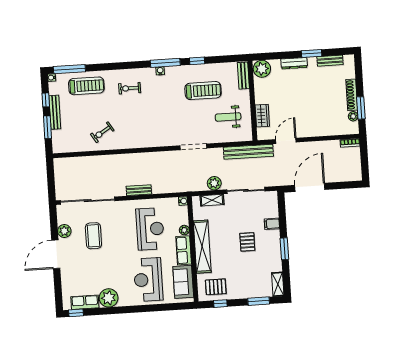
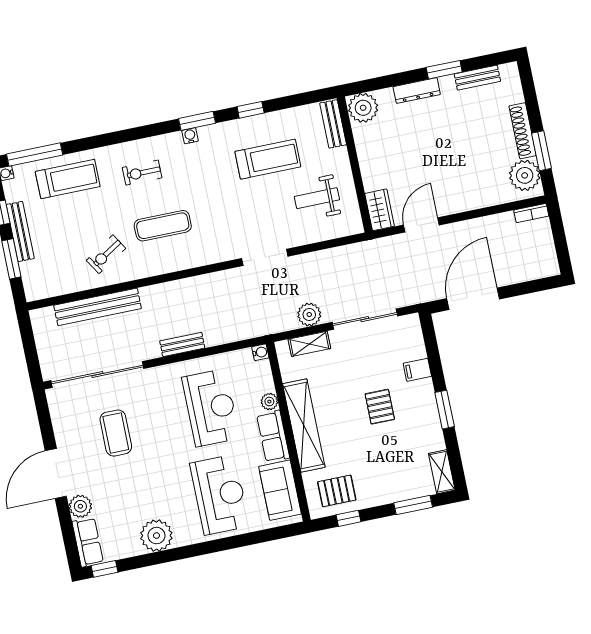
window: (165, 63) -> (197, 121), width x0.69
wardrobe: (262, 116) -> (380, 210), moved
plant: (353, 116) -> (525, 175), width x1.87, depth x1.87
exercise mat: (137, 120) -> (163, 226), added
bench: (248, 152) -> (98, 307), moved
plant: (64, 231) -> (80, 506), moved
reception desk: (148, 280) -> (220, 495), turned 180
row of seats: (85, 302) -> (88, 542), moved, turned 90

